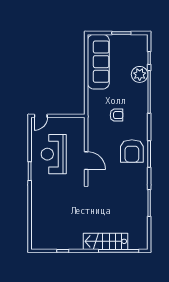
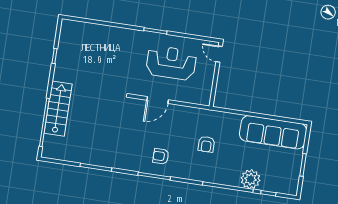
armchair: (132, 151) -> (161, 156), width x0.53, depth x0.53

